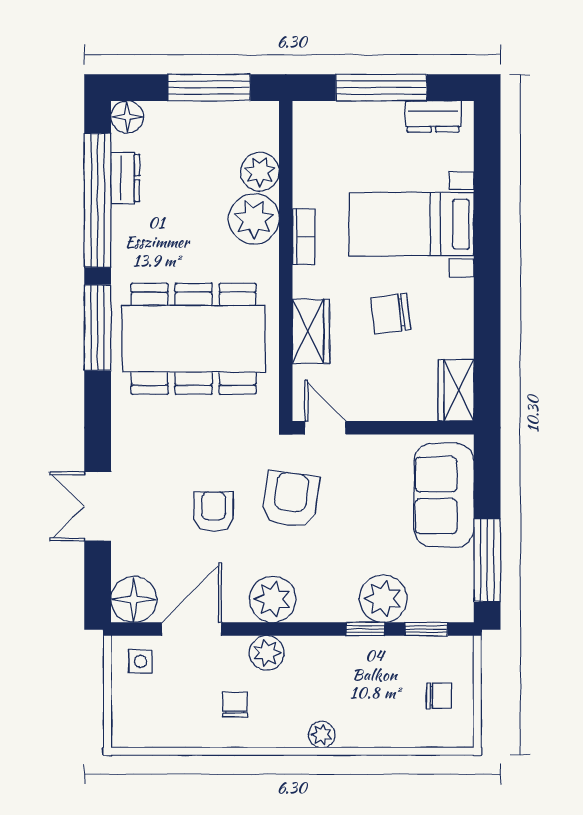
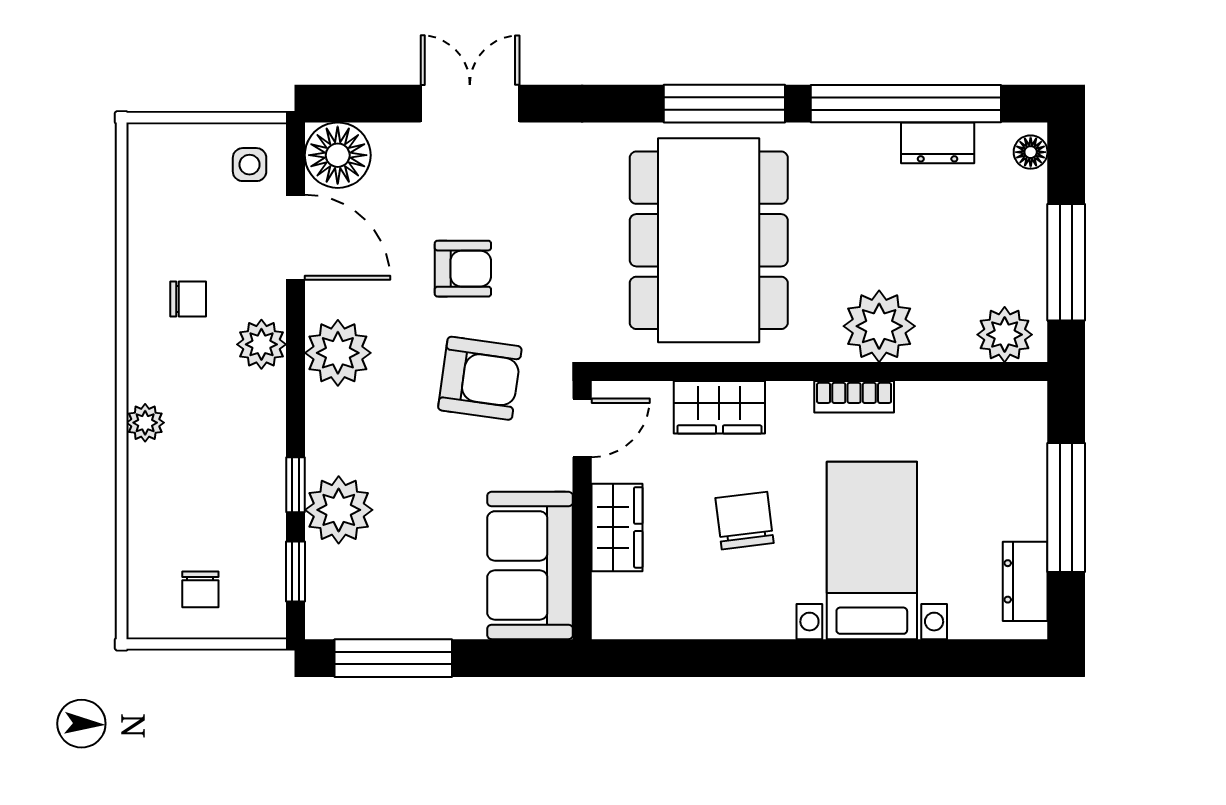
floor lamp: (127, 117) -> (1031, 152), width x0.73, depth x0.73
plant: (260, 172) -> (1005, 335), moved
wardrobe: (456, 390) -> (617, 527), moved, turned 90
sofa: (444, 495) -> (530, 565), moved, turned -90

